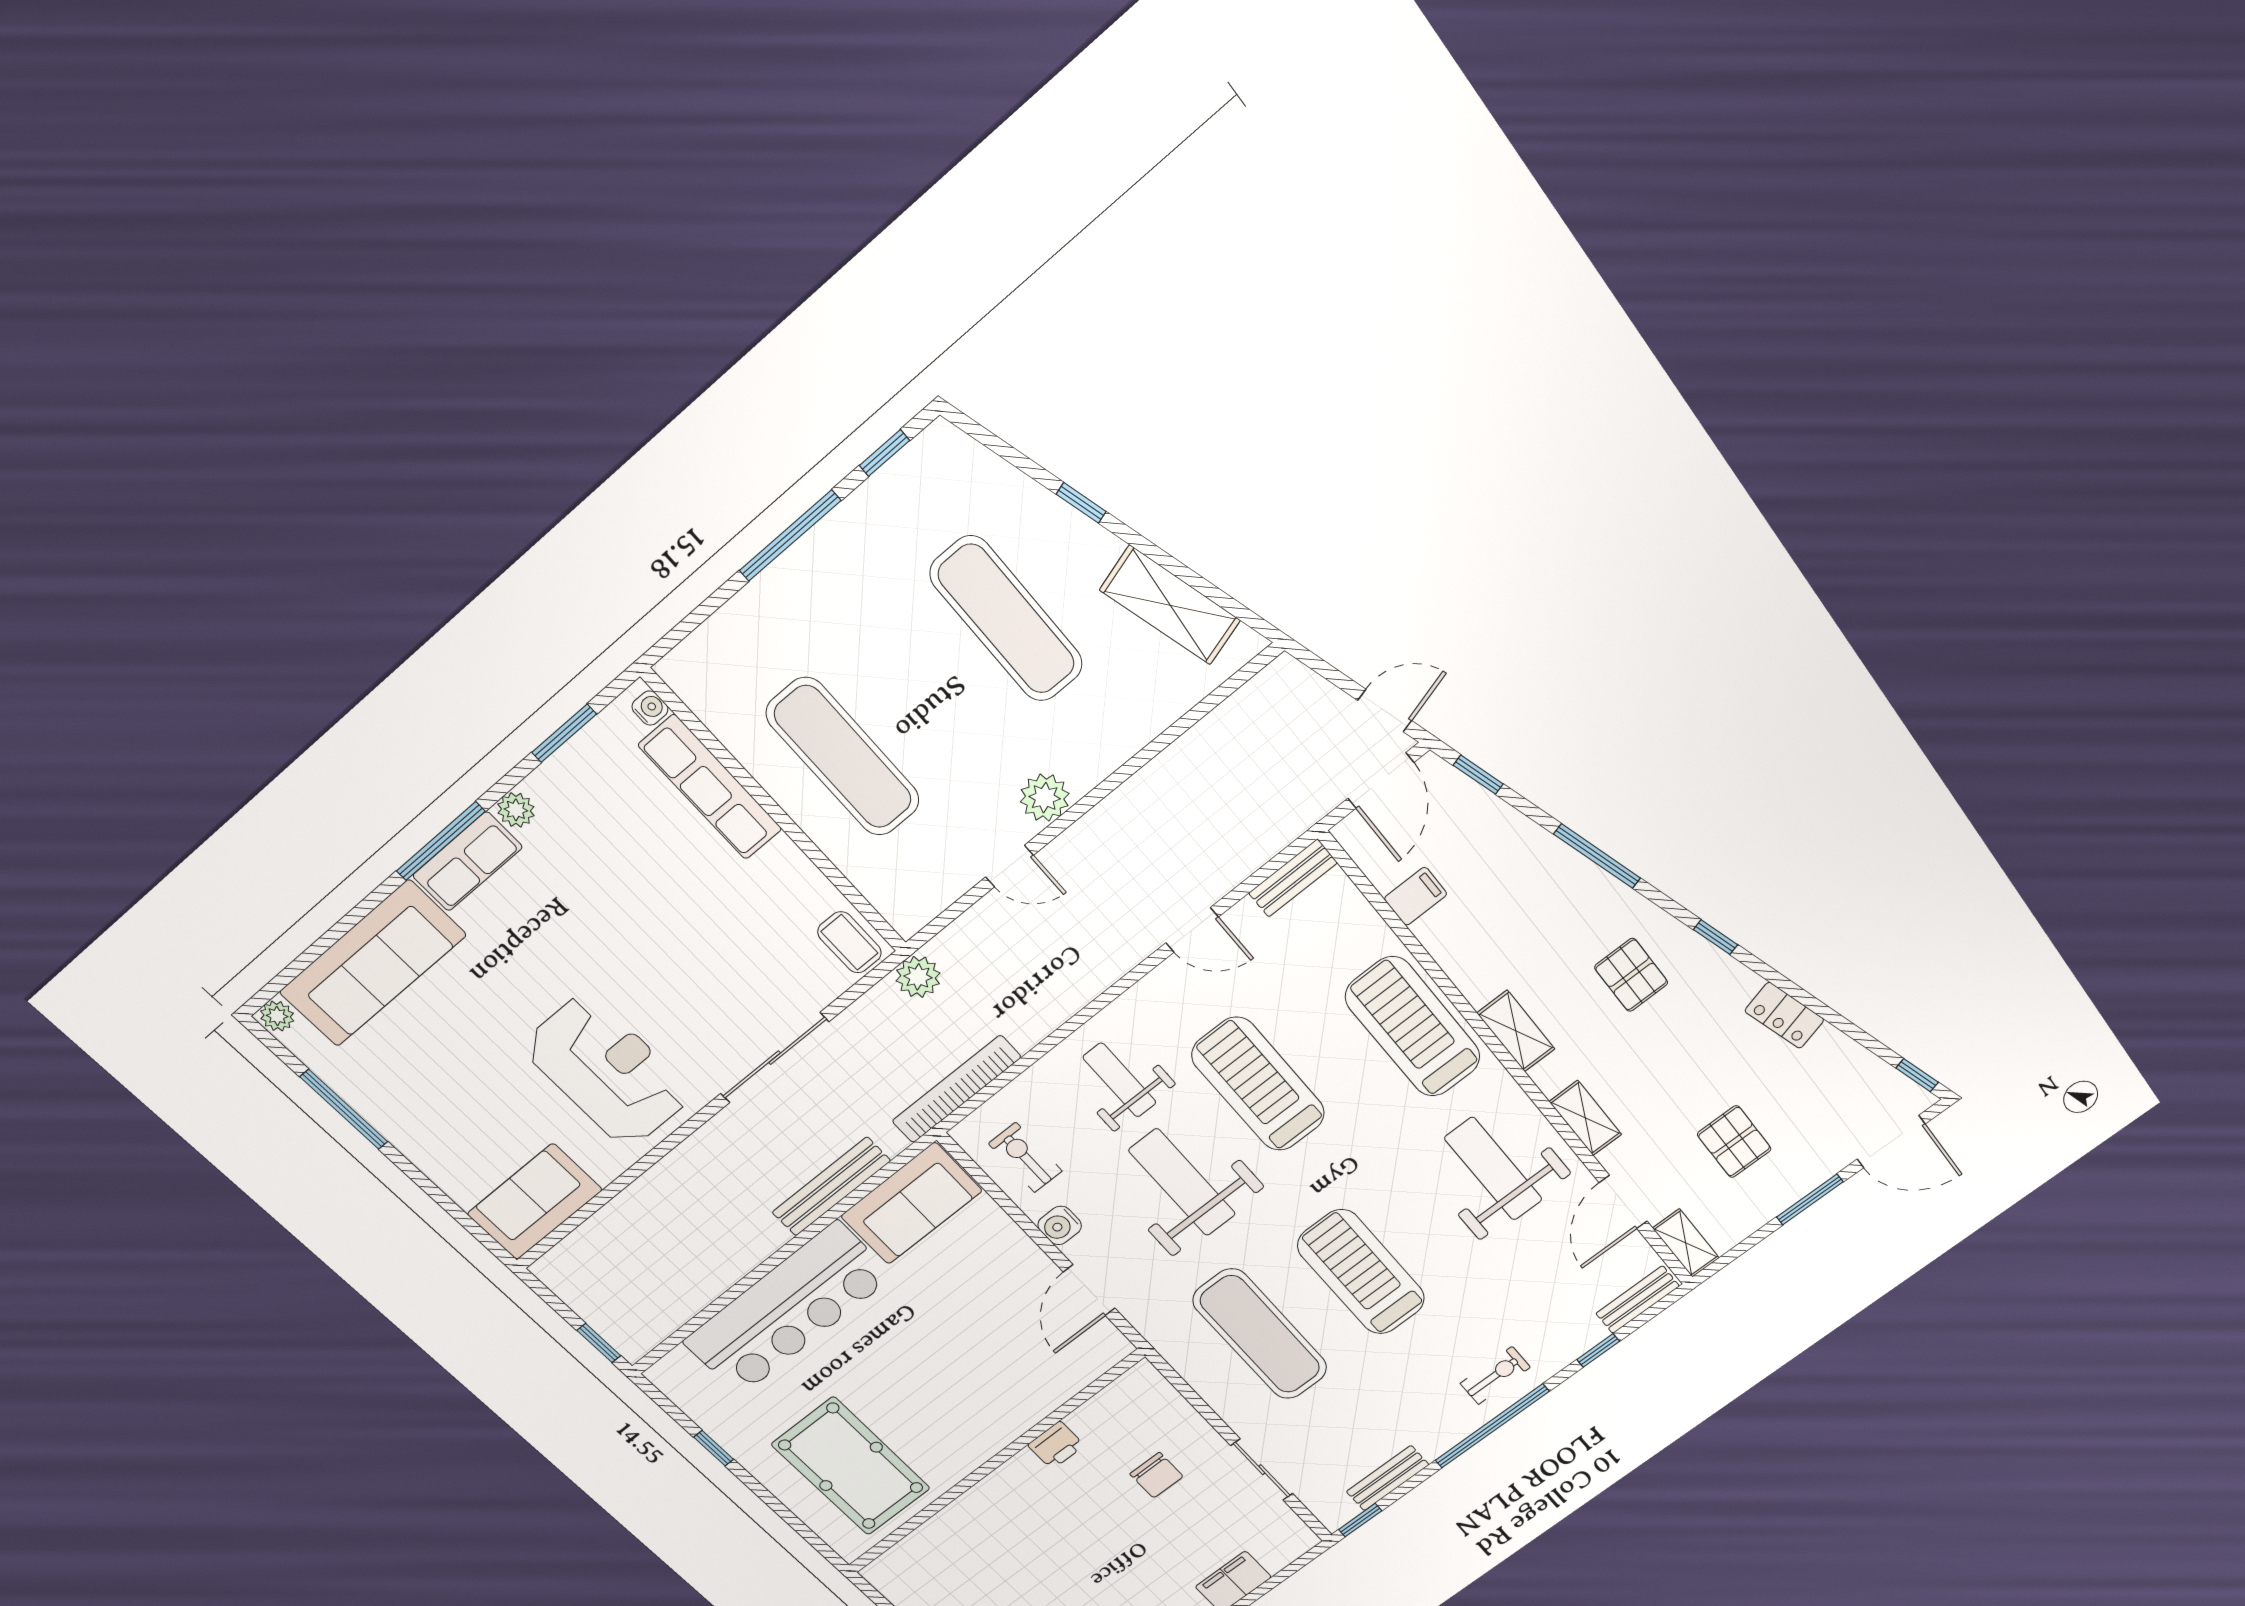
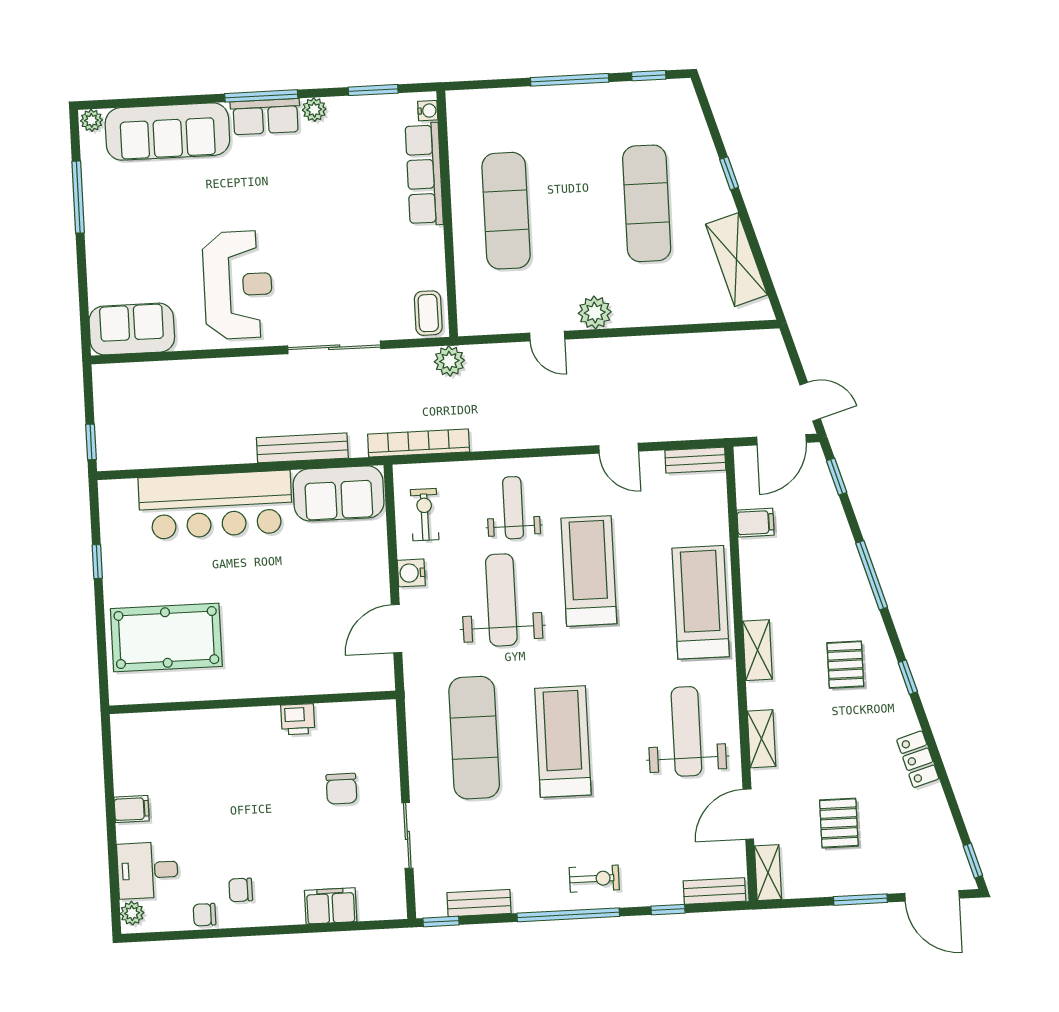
pool table: (851, 1466) -> (166, 638), turned 90

